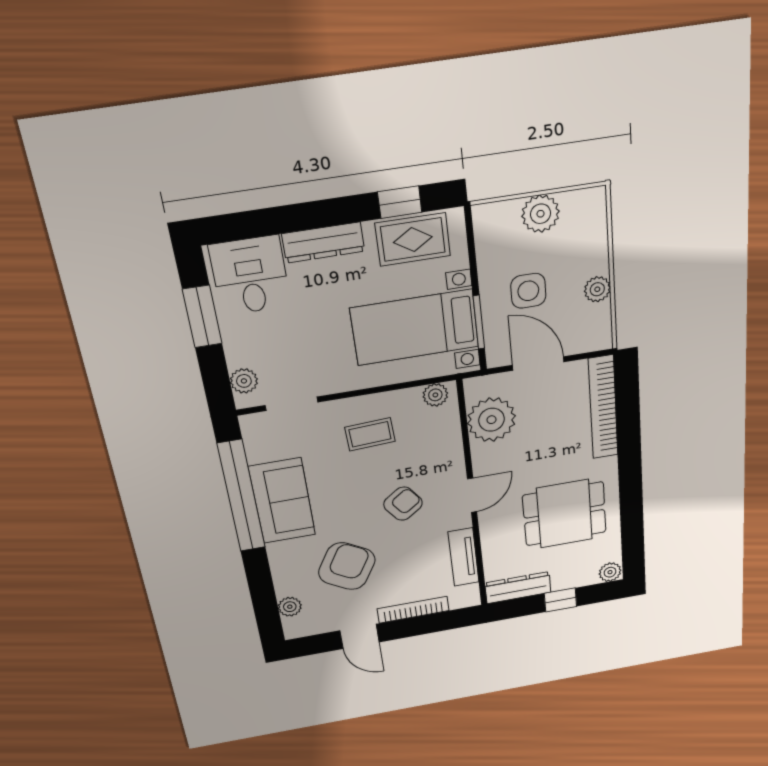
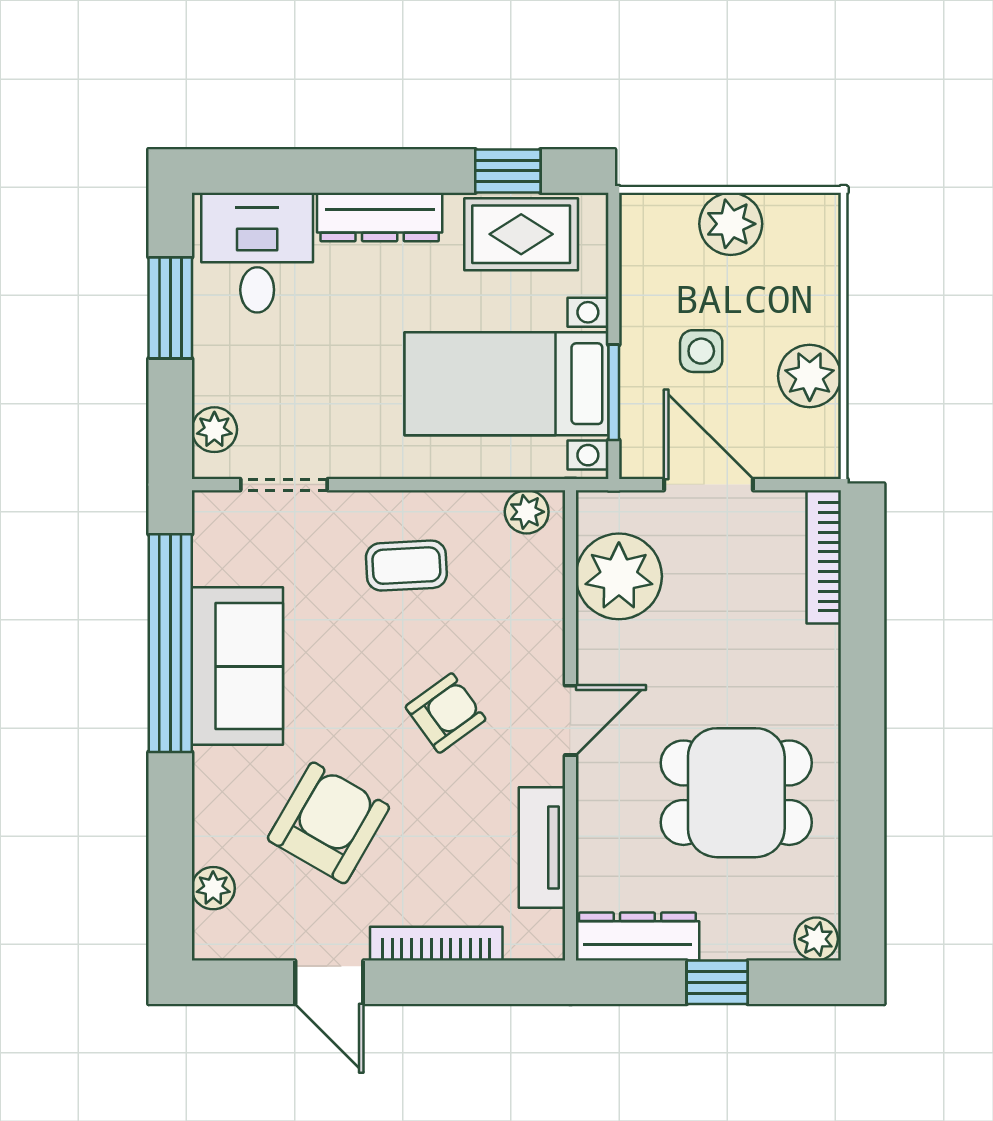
plant: (597, 289) -> (810, 376), width x1.38, depth x1.38
side table: (528, 291) -> (701, 351), width x0.73, depth x0.73
bookcase: (603, 407) -> (824, 557), width x0.68, depth x0.76

